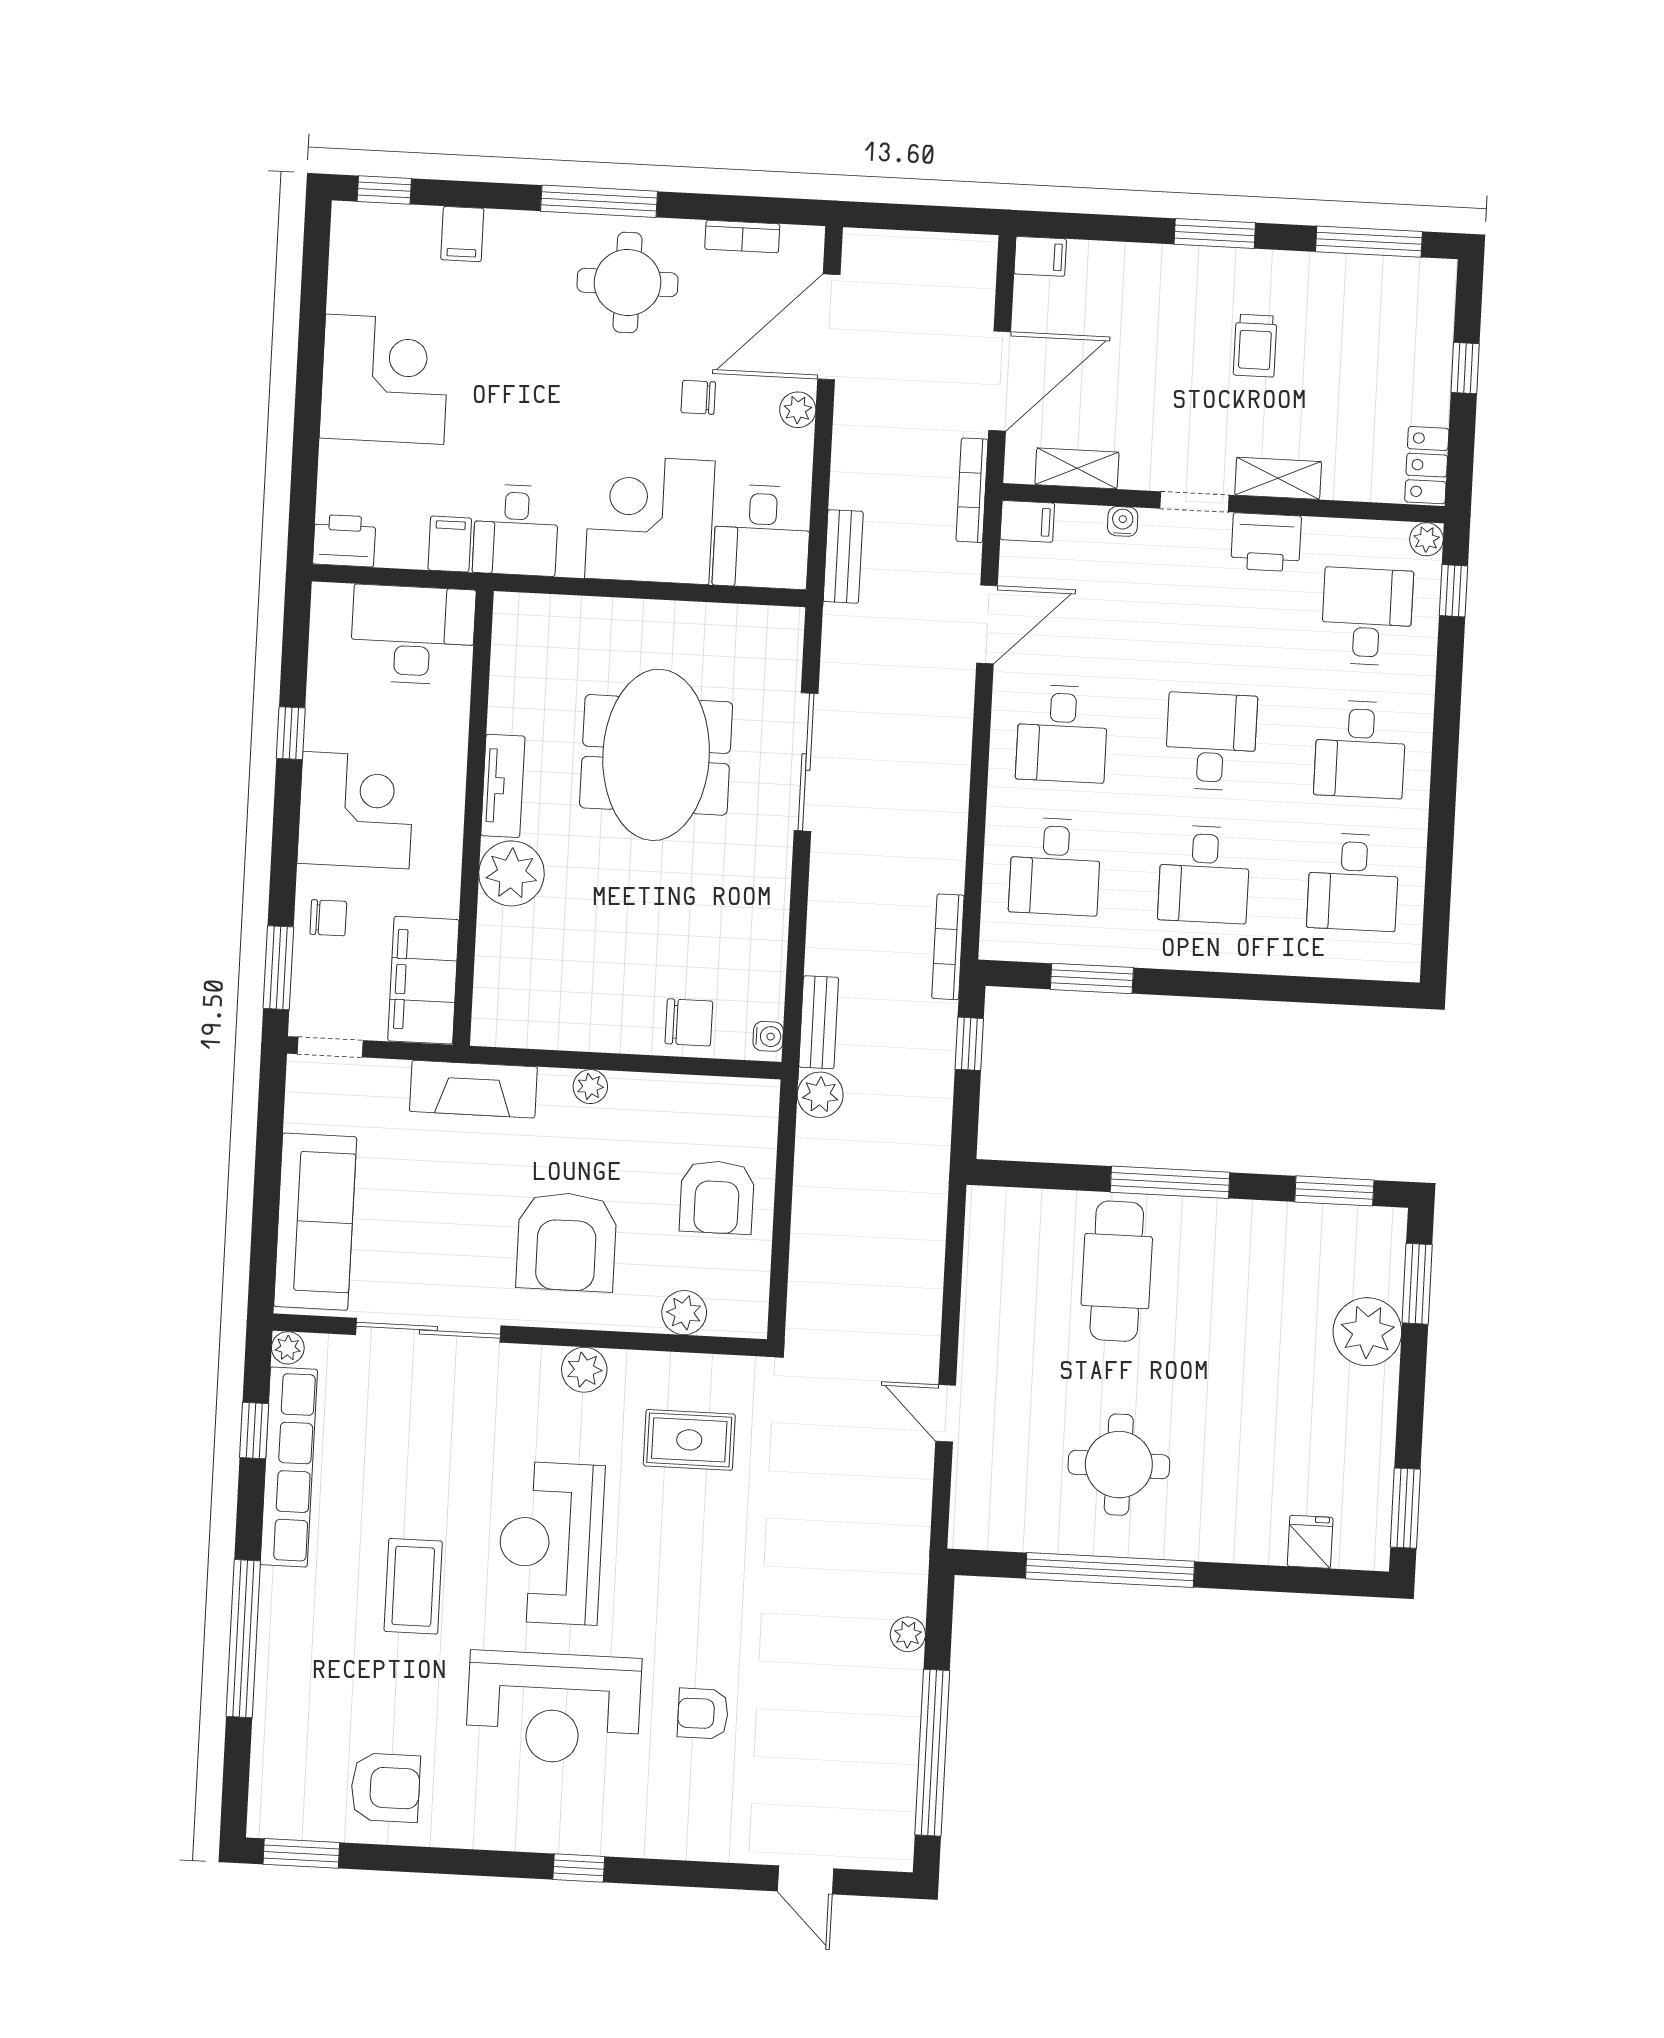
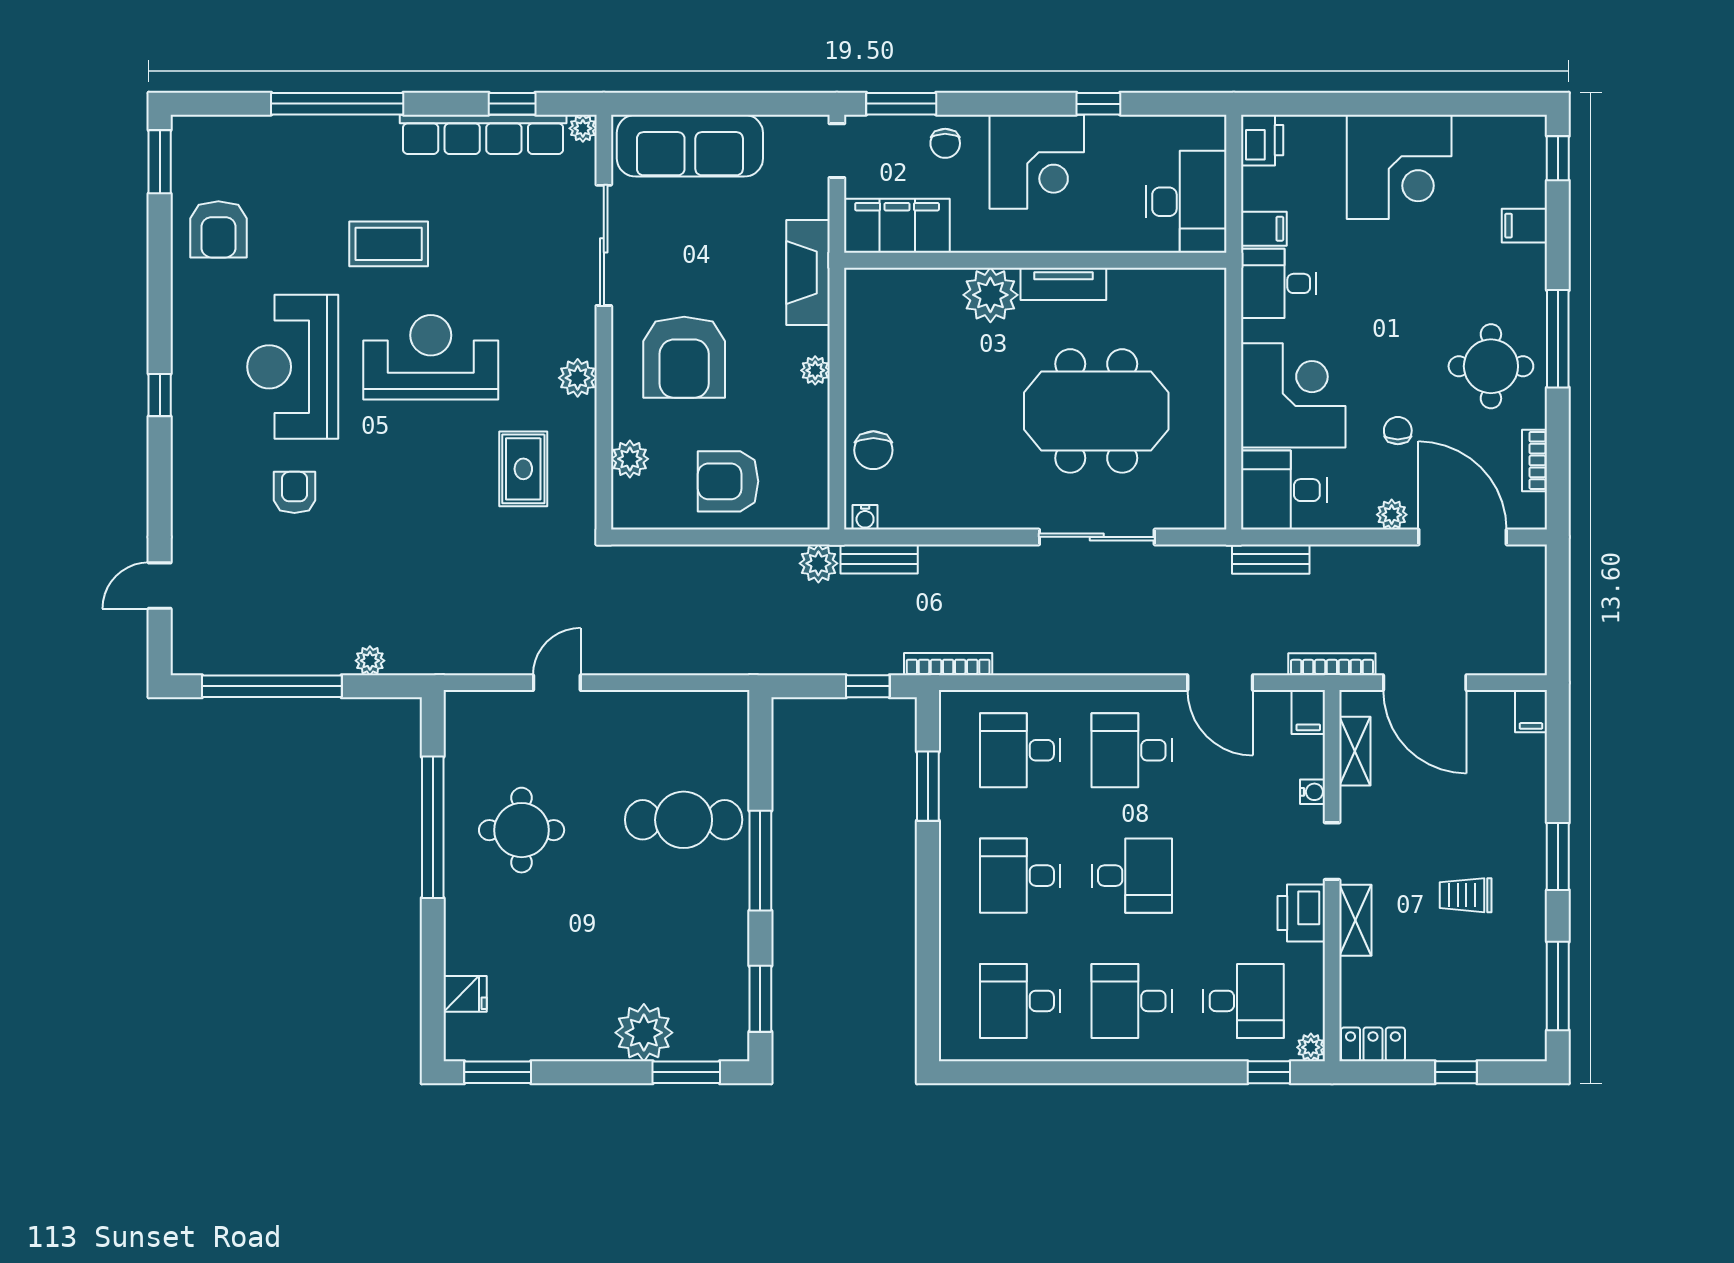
armchair: (566, 1242) -> (684, 357), turned -90

